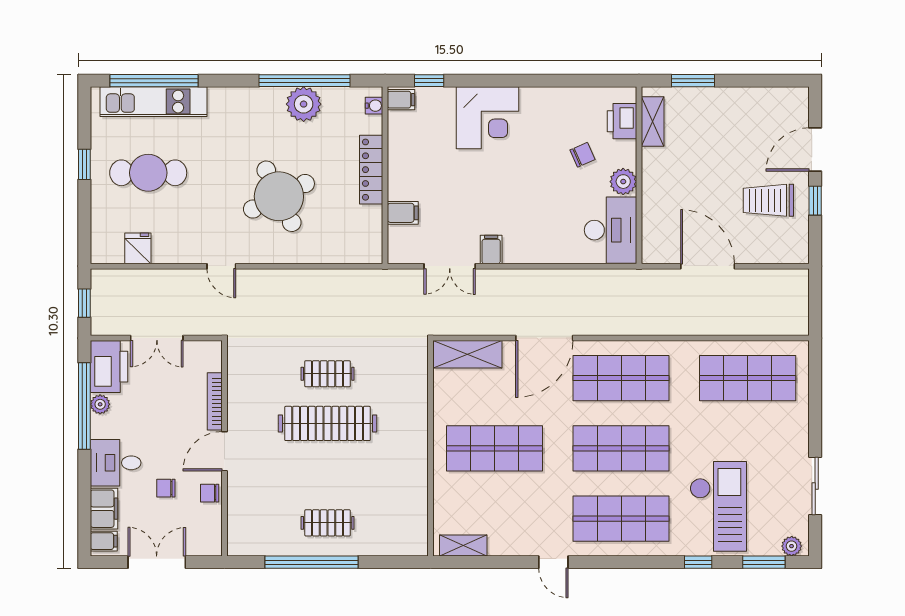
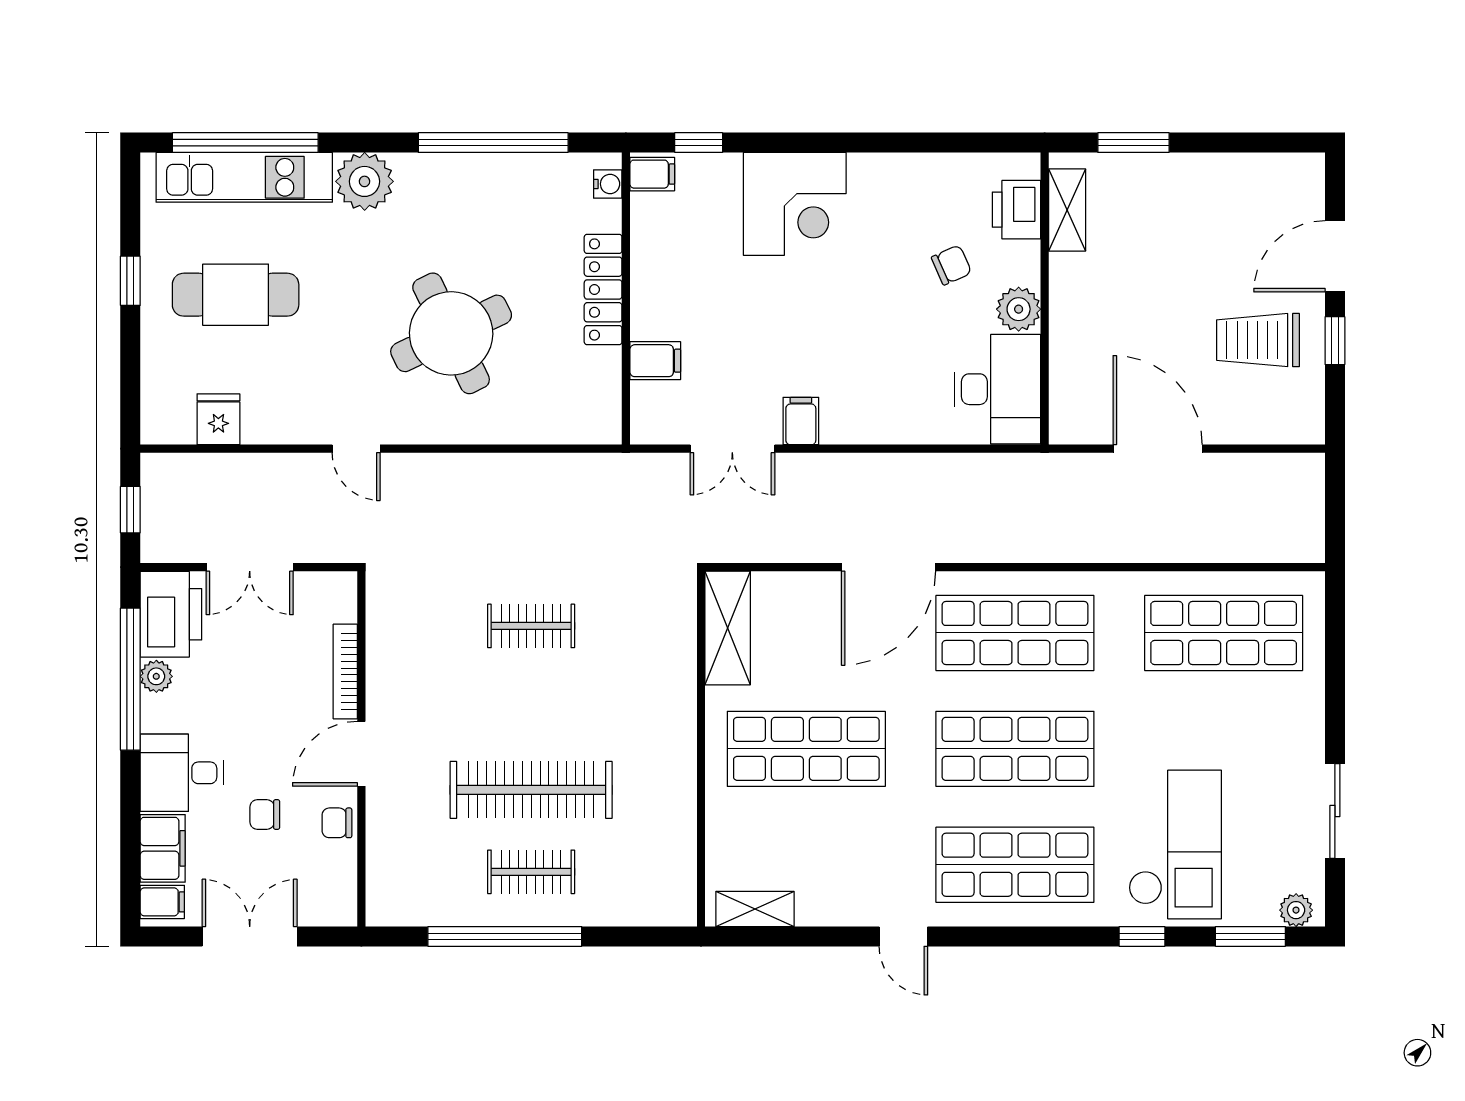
plant: (304, 104) -> (365, 181), moved
shelving: (467, 354) -> (728, 628), moved, turned 90
clothes rail: (328, 423) -> (531, 790), moved

